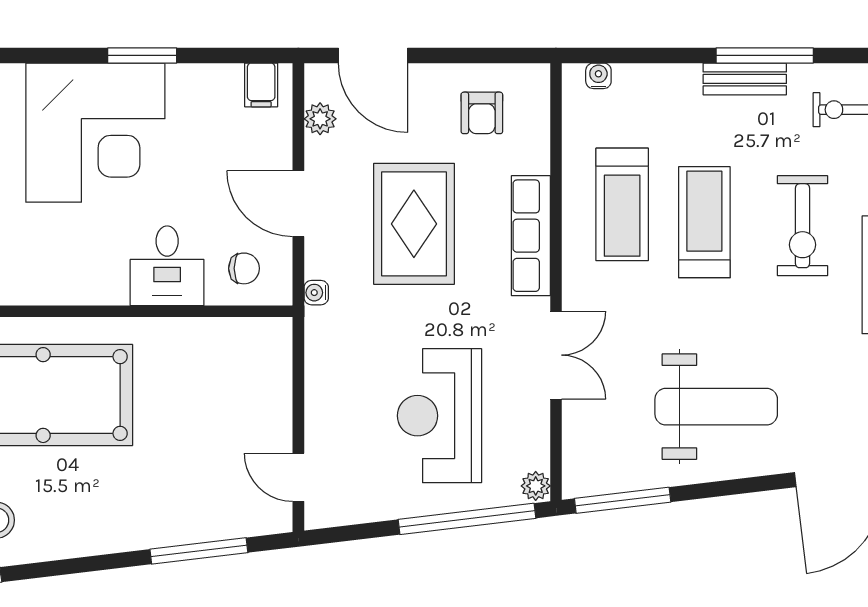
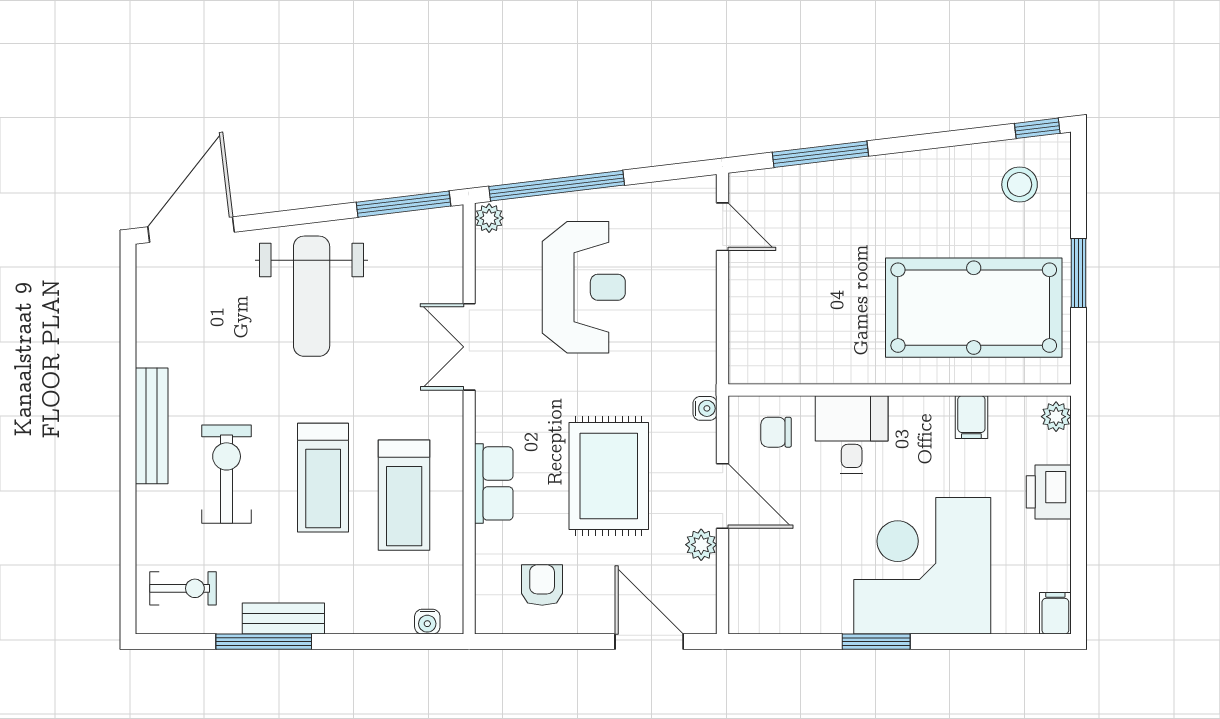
filing cabinet: (261, 85) -> (971, 417), moved, turned 180
plant: (320, 119) -> (701, 545), moved
treadmill: (622, 204) -> (404, 495), turned 180
row of seats: (531, 236) -> (494, 483), width x0.68
weight bench: (716, 407) -> (312, 296), turned -90

